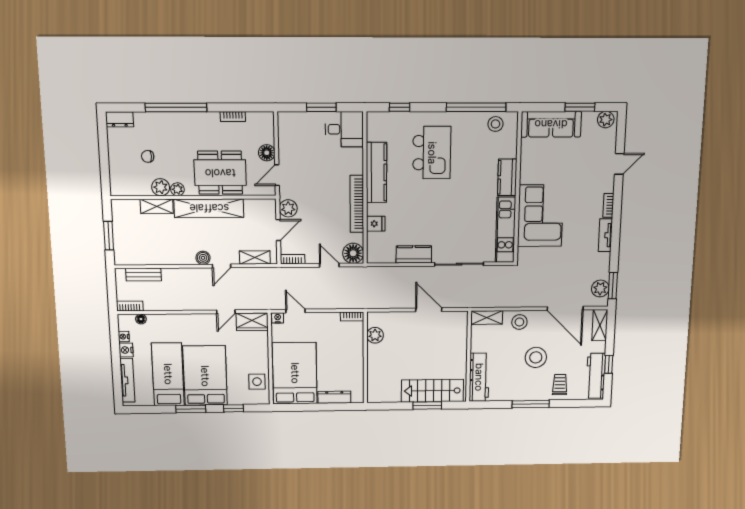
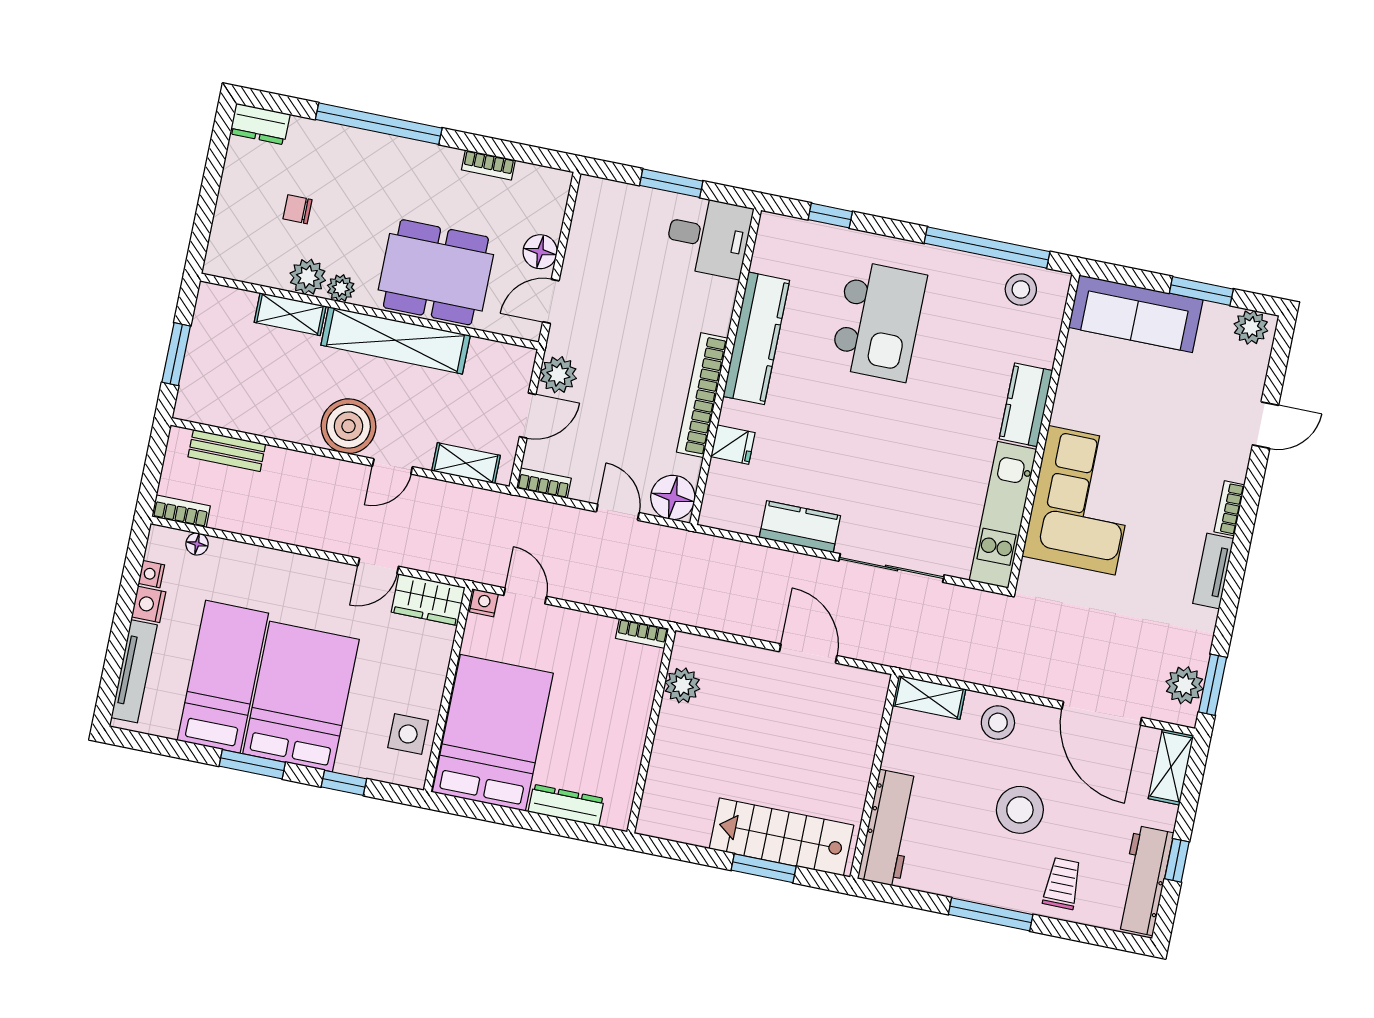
boiler: (203, 258) -> (348, 426), width x1.86, depth x1.86

